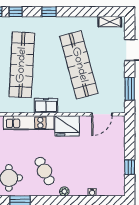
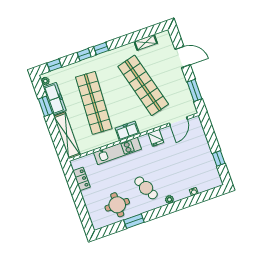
window: (16, 12) -> (84, 55), moved
shelving: (110, 22) -> (146, 42), moved
fridge: (67, 126) -> (156, 138), width x0.53, depth x0.75

